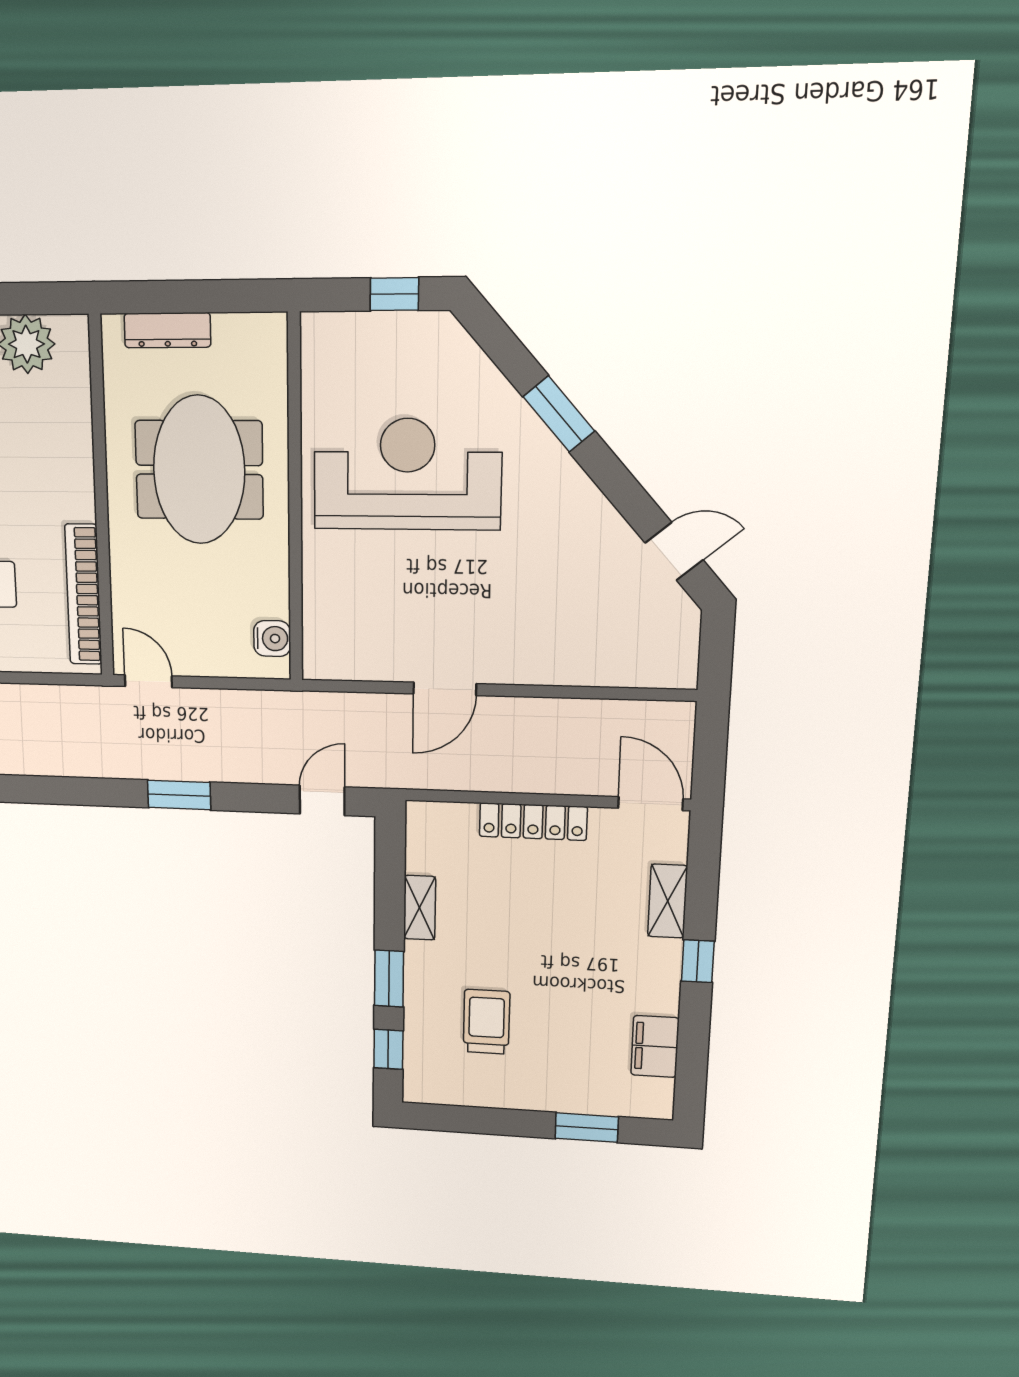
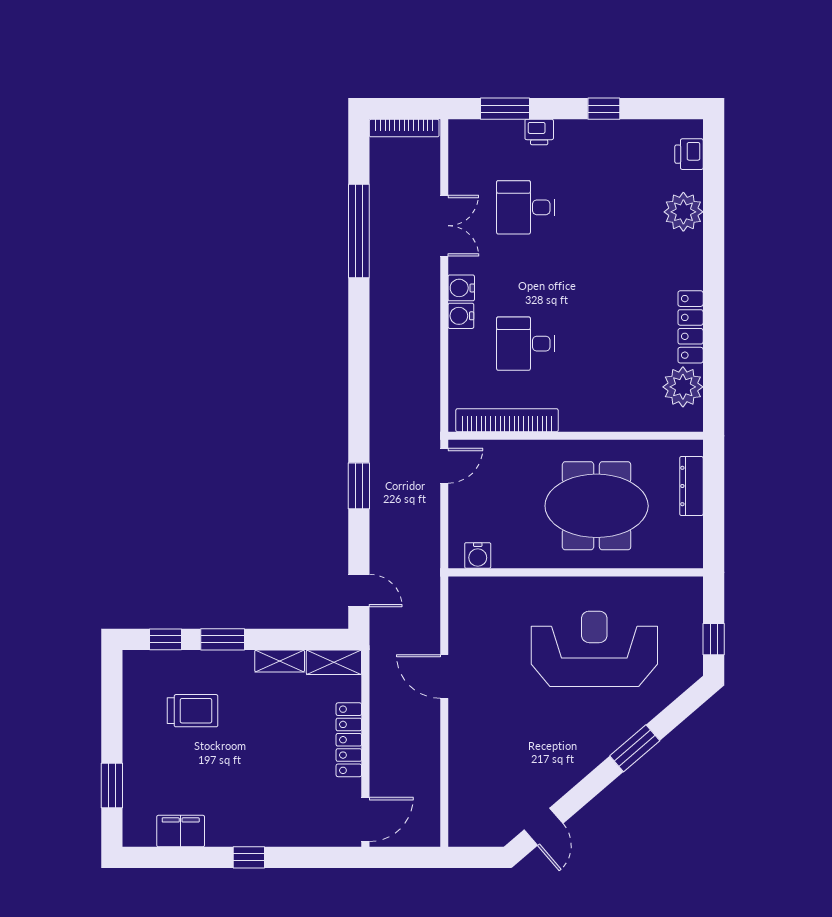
reception desk: (407, 474) -> (594, 649), turned -90
shelving: (668, 901) -> (334, 662), moved

